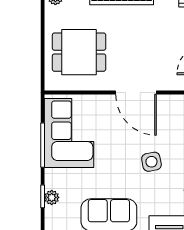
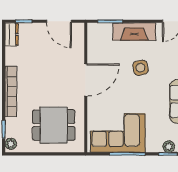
dining table: (79, 52) -> (54, 125), turned 90

